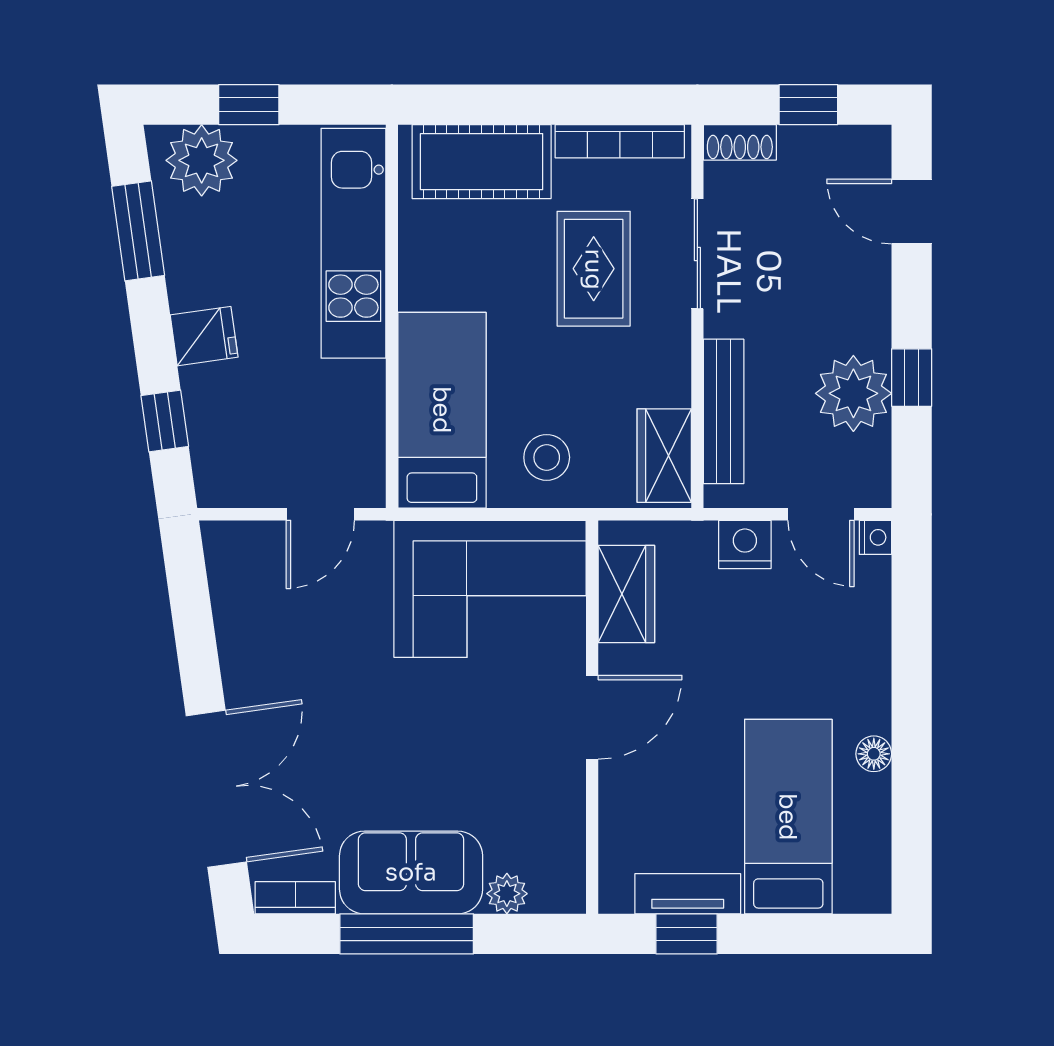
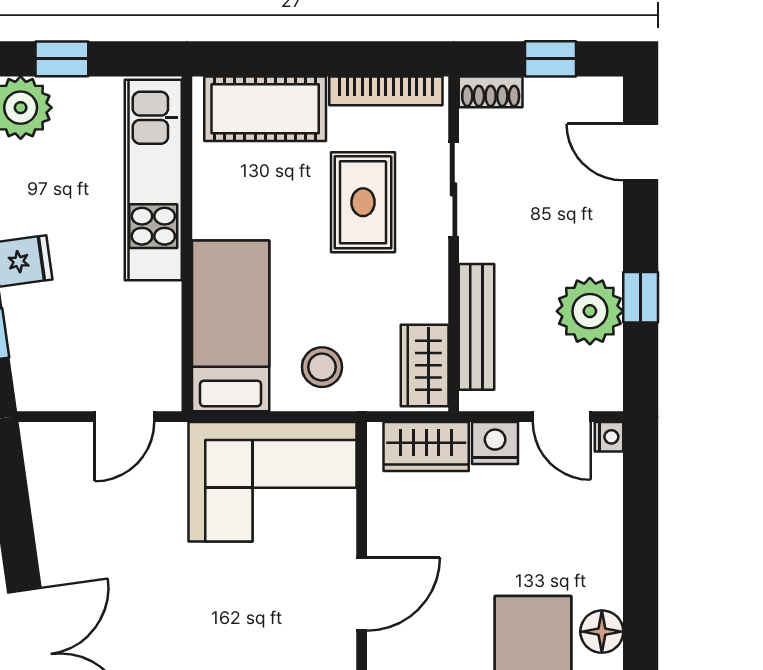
wardrobe: (626, 594) -> (426, 447), moved, turned 90
floor lamp: (874, 754) -> (602, 632), width x1.37, depth x1.37

